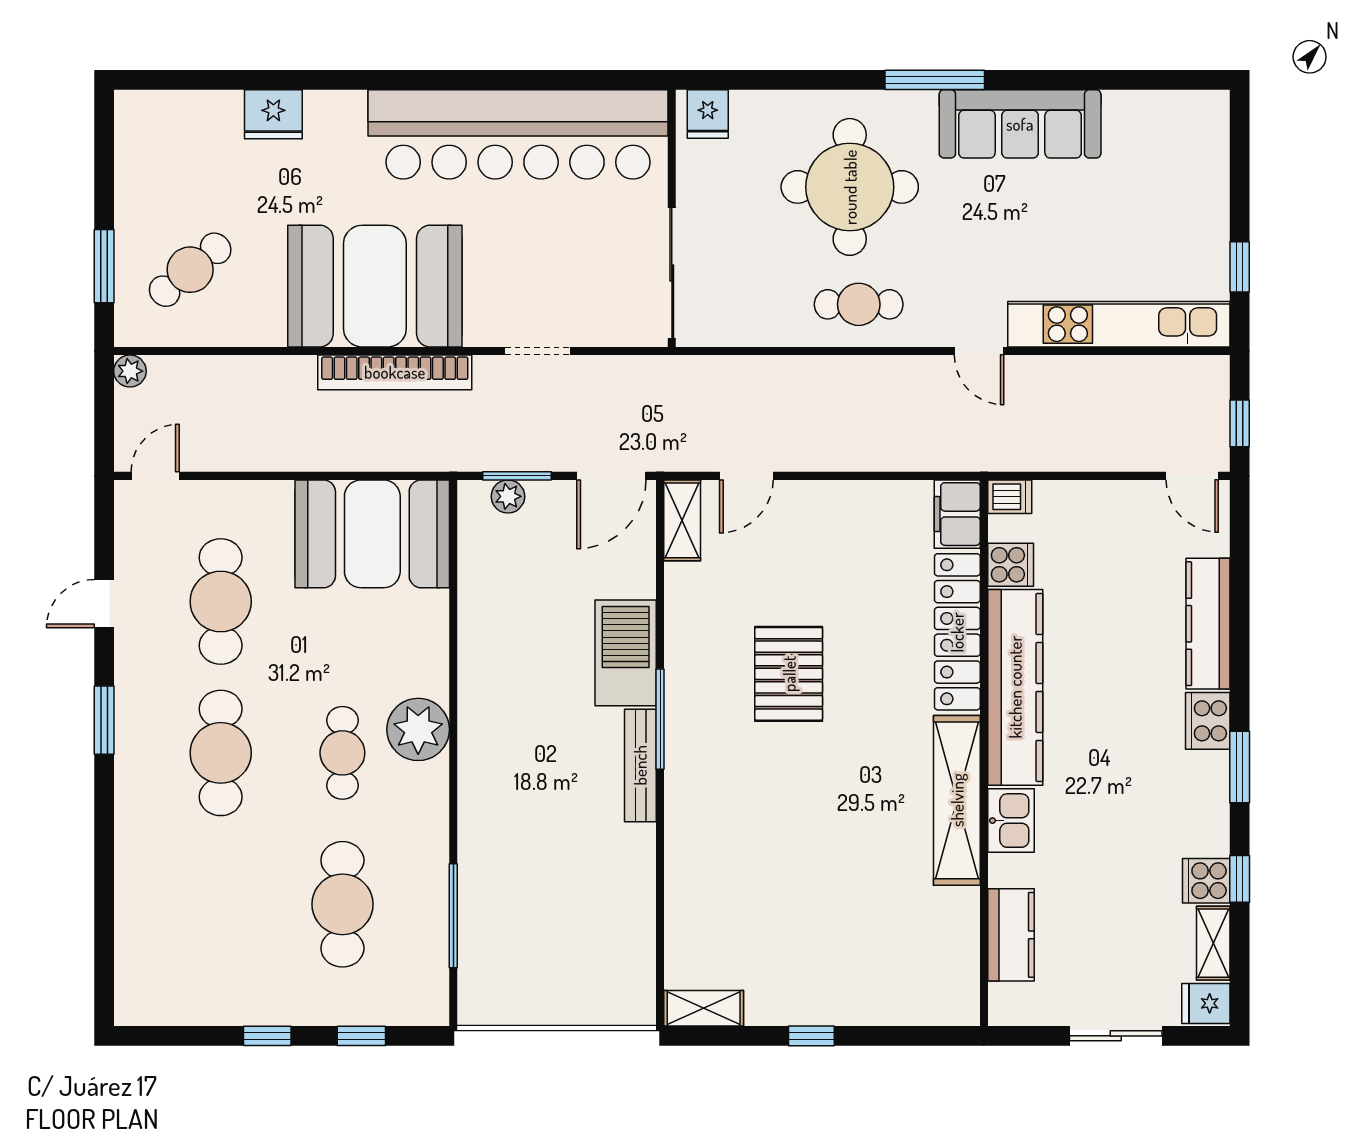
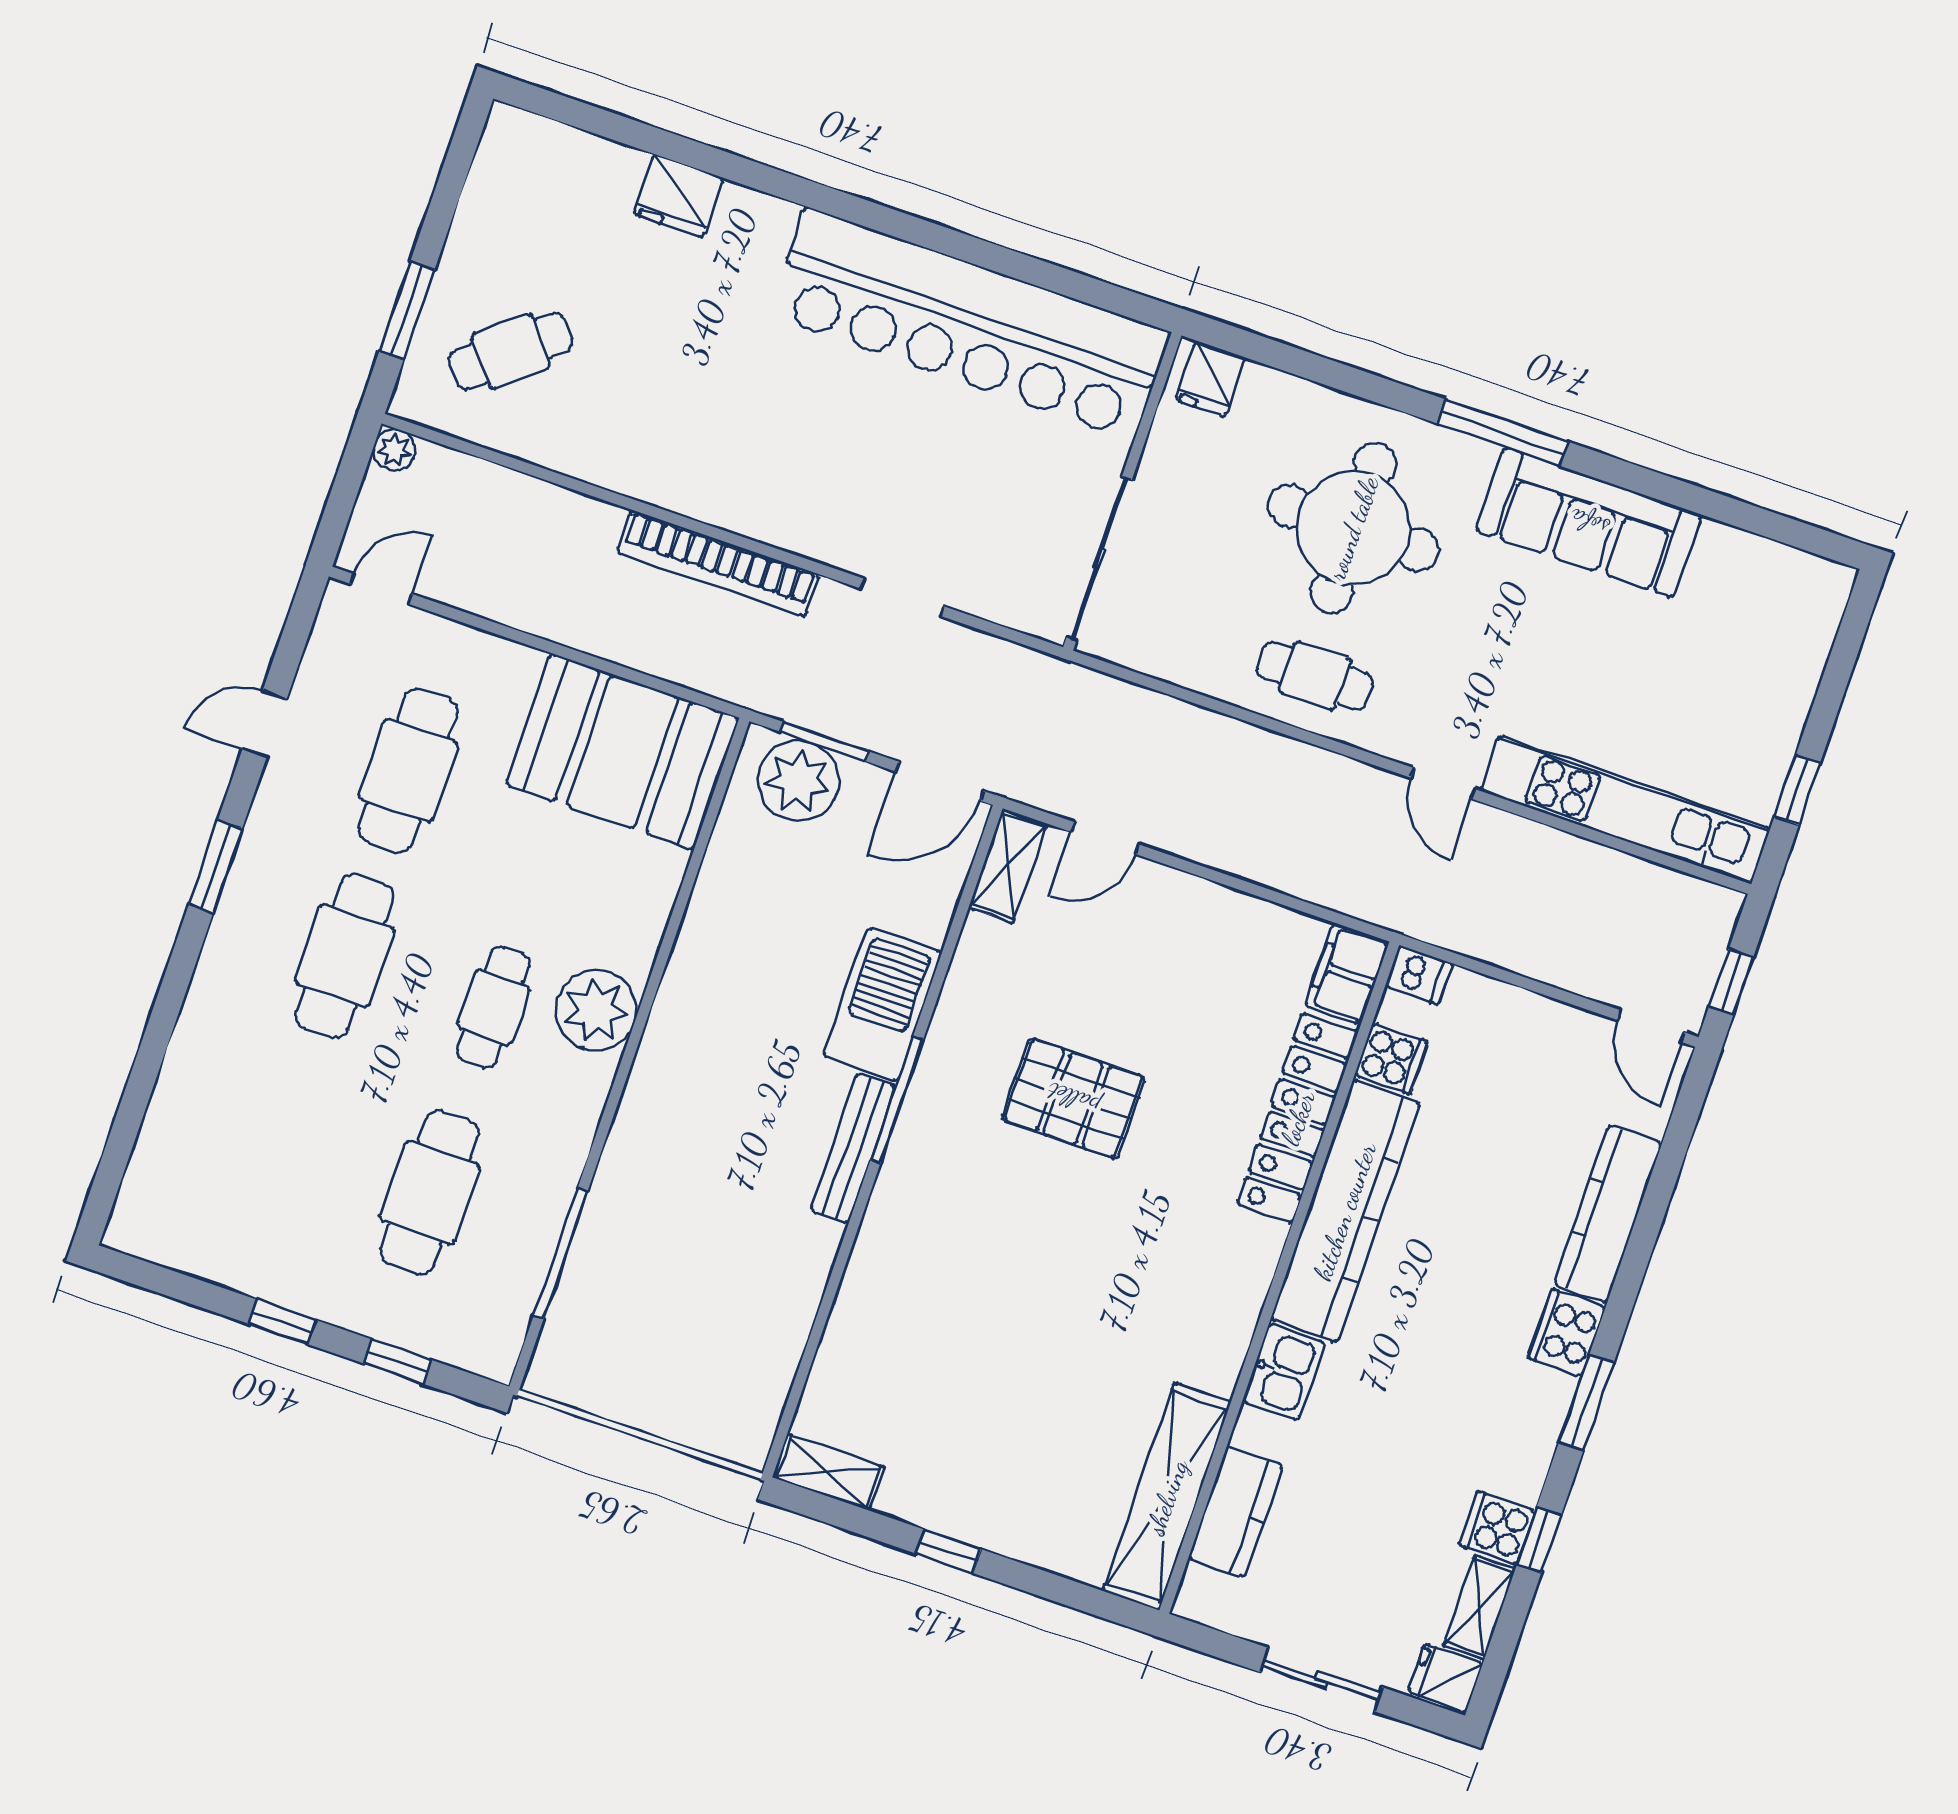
booth: (375, 286) -> (730, 449), removed
plant: (508, 496) -> (798, 781), width x1.88, depth x1.88
pallet: (789, 674) -> (1073, 1099), turned 90
shelving: (957, 800) -> (1167, 1497), moved

